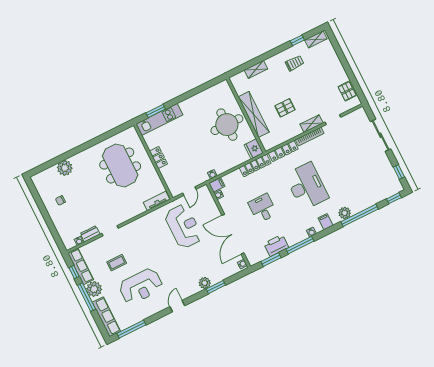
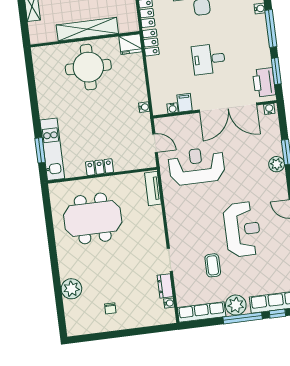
locker: (255, 165) -> (151, 42), width x0.66
filing cabinet: (217, 185) -> (185, 103), moved
printer: (276, 245) -> (264, 82), moved
window: (74, 272) -> (277, 314), moved
reception desk: (141, 286) -> (242, 229), moved

